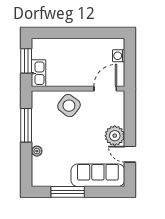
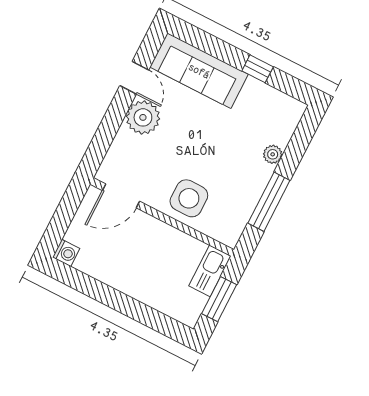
washing machine: (119, 56) -> (66, 253), moved
side table: (69, 106) -> (189, 198), turned -37
window: (68, 192) -> (258, 69), width x0.46

